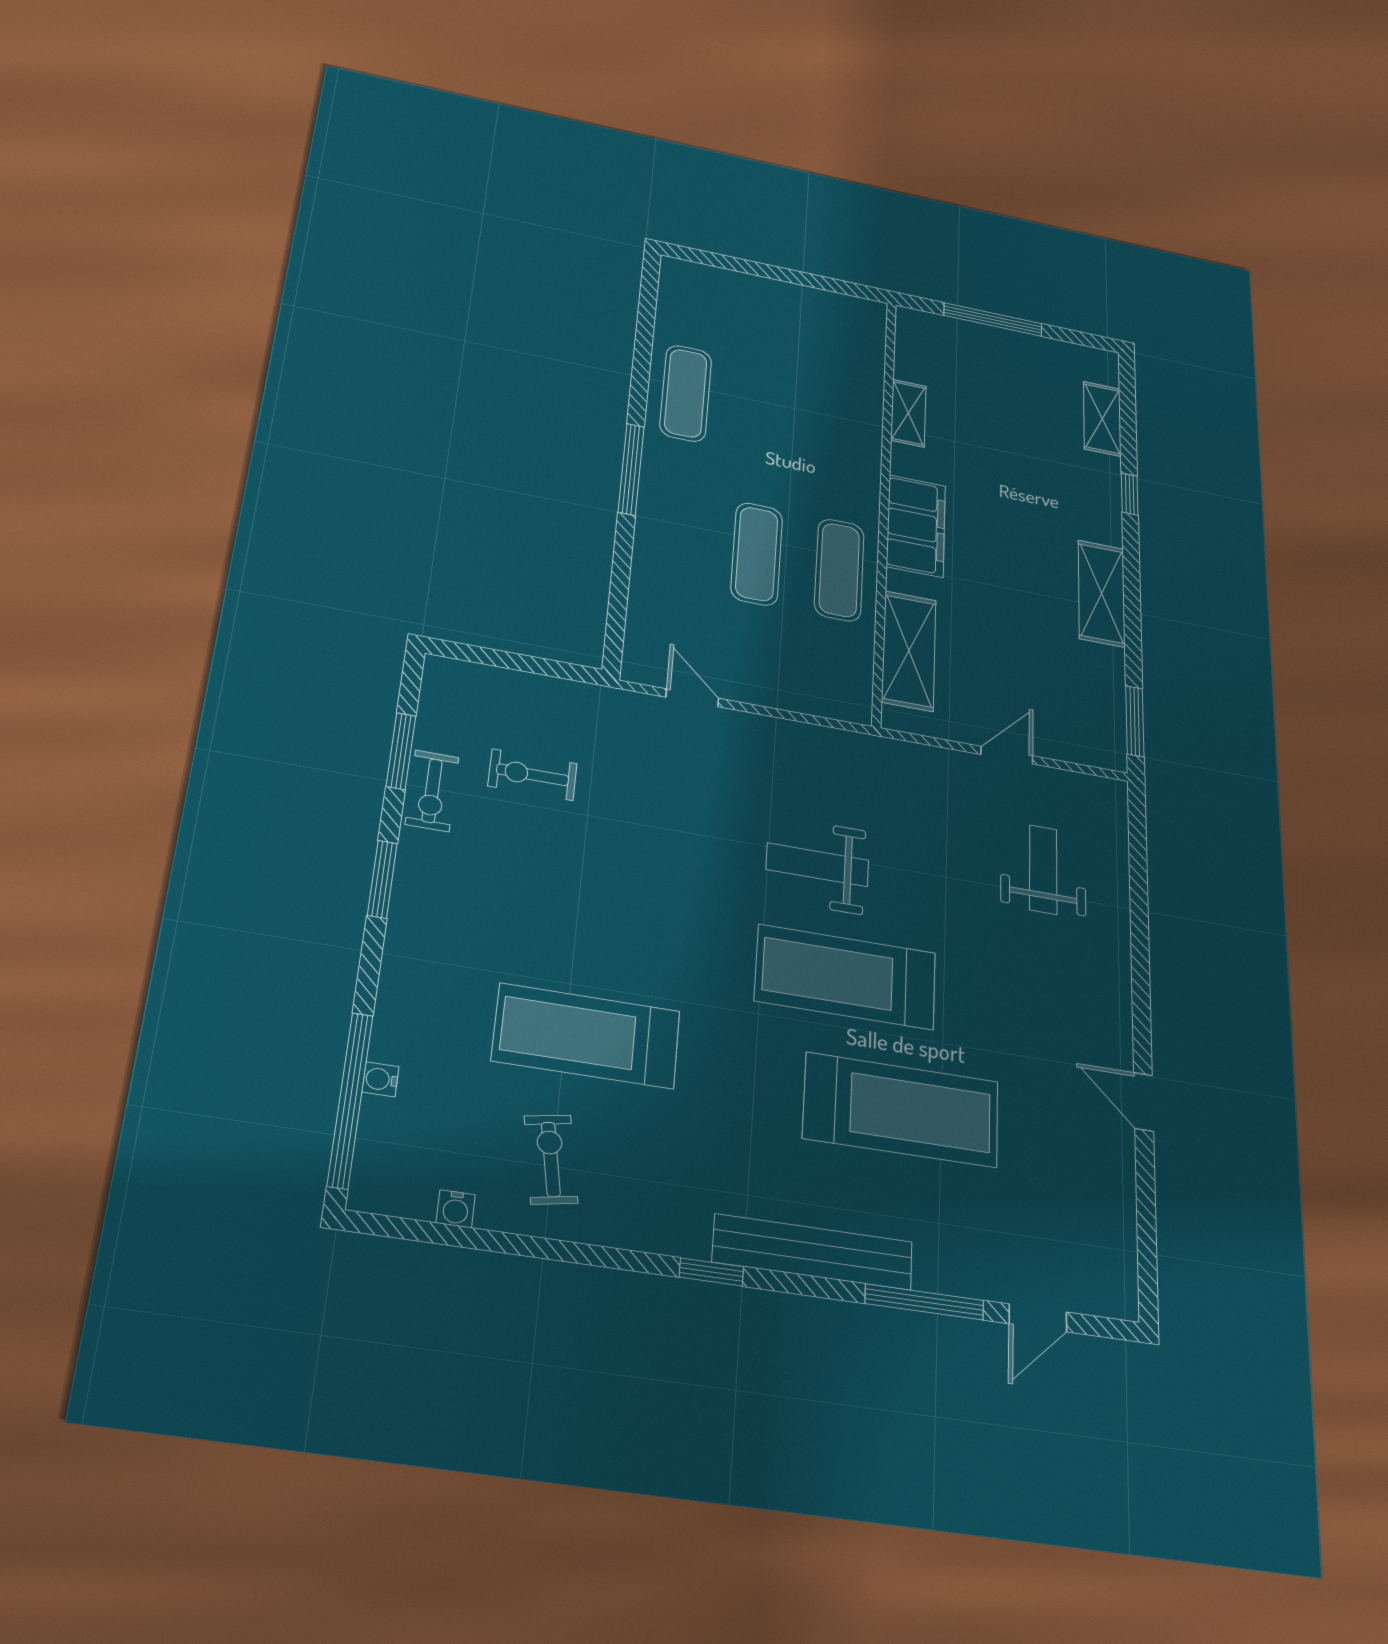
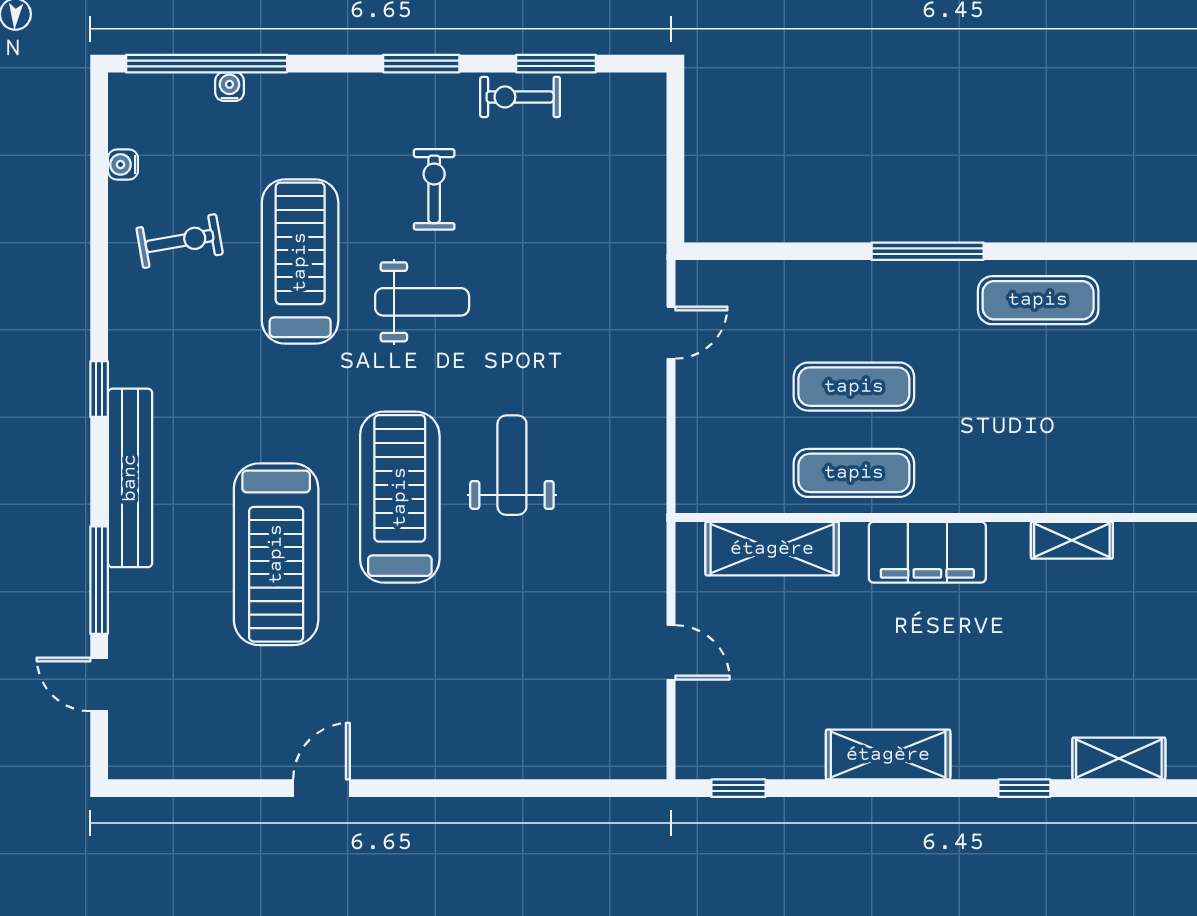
window: (1135, 721) -> (738, 788), width x0.67
exercise bike: (533, 775) -> (434, 189), moved
weight bench: (1043, 869) -> (422, 302), moved

